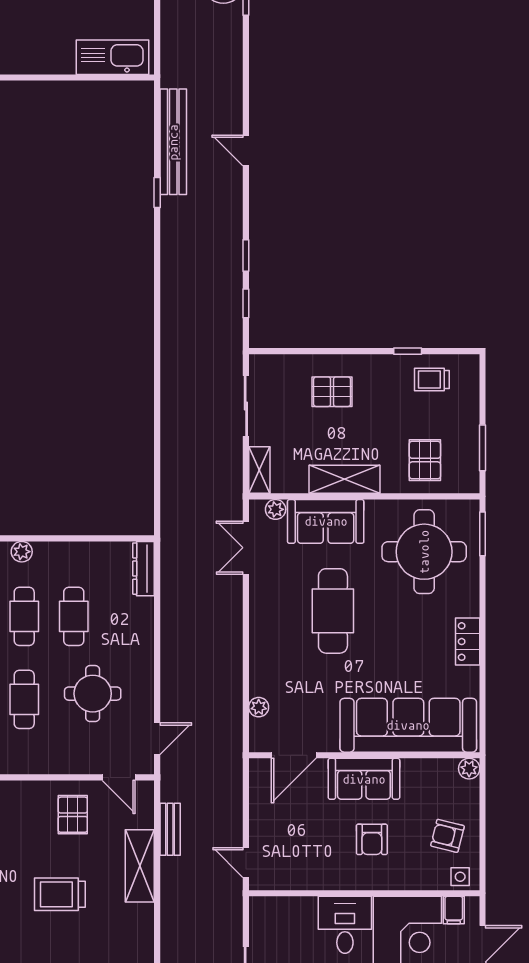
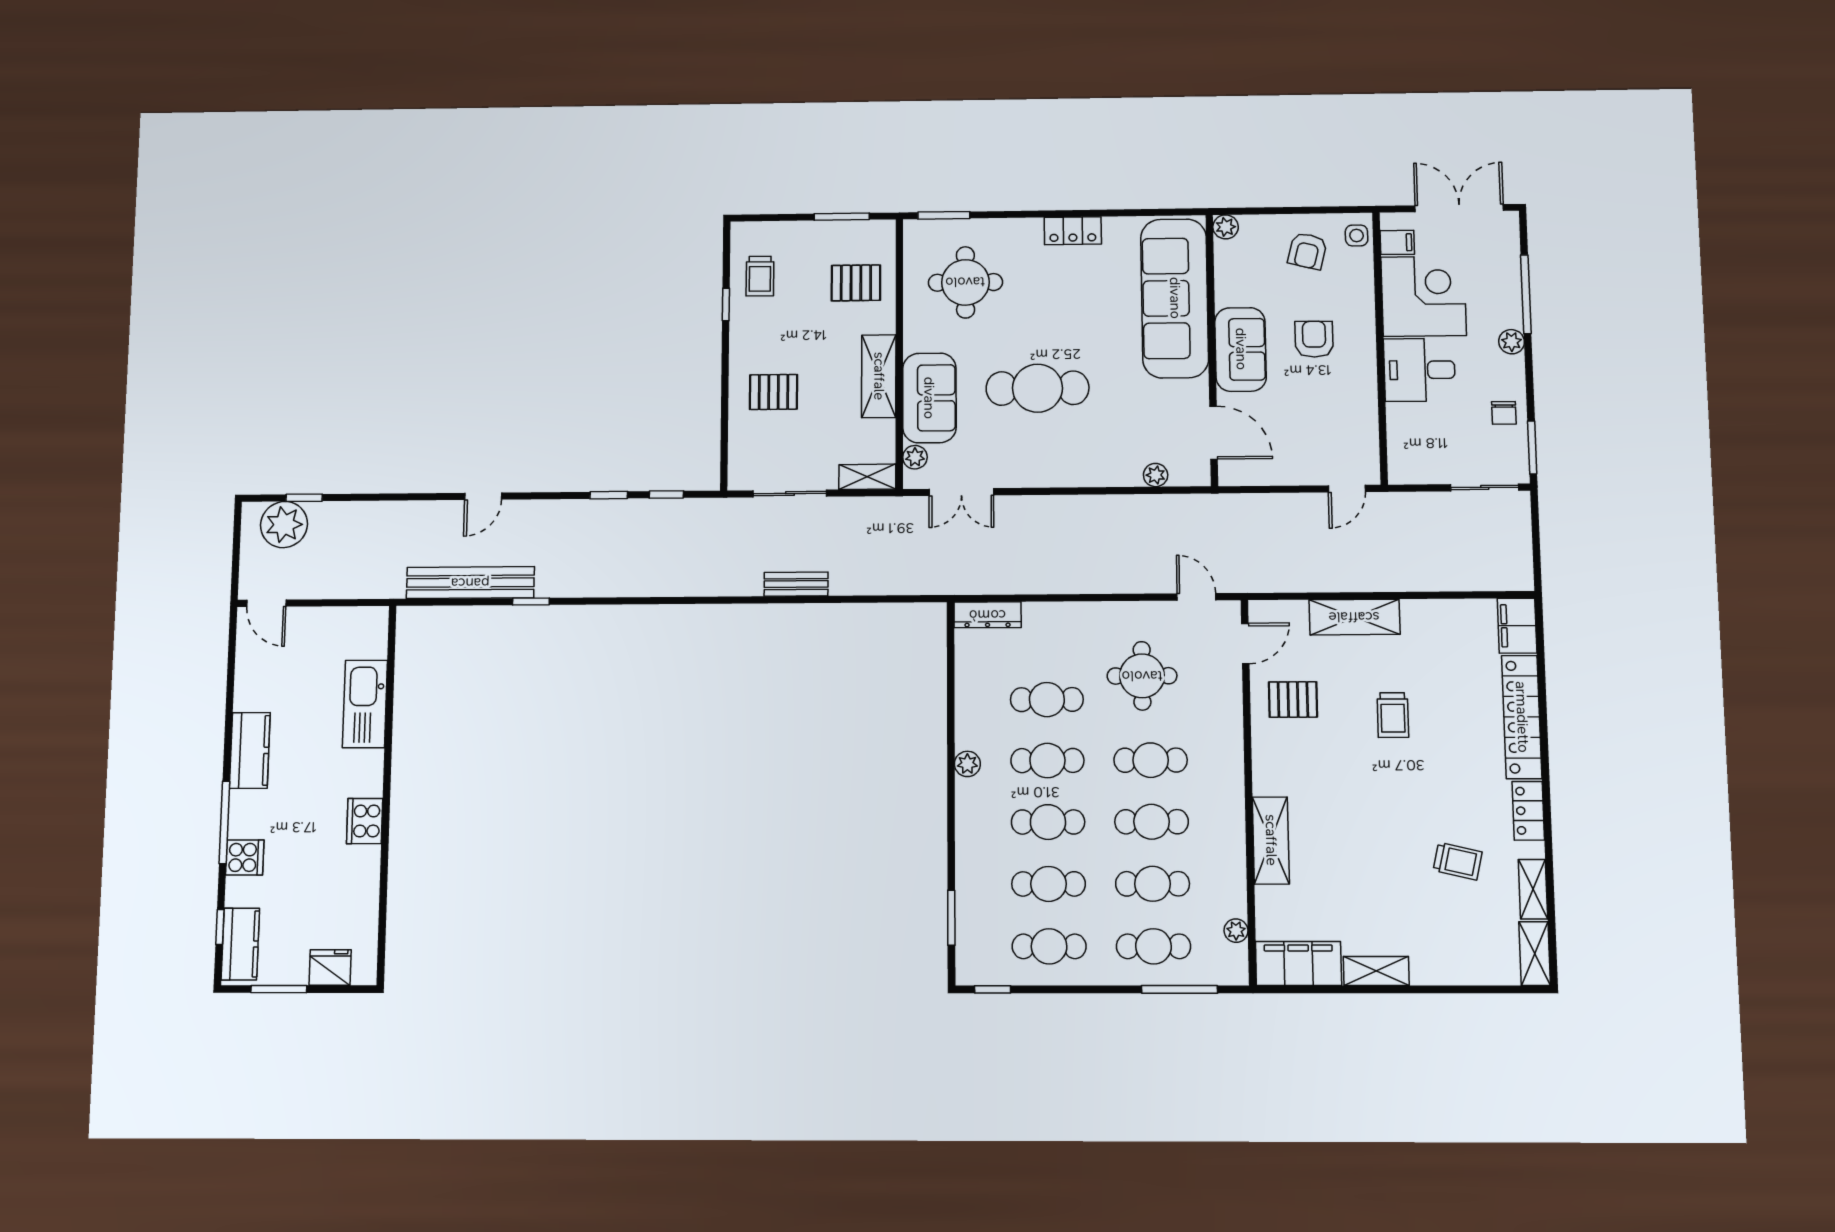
kitchen sink: (113, 57) -> (365, 704), moved
pallet: (332, 392) -> (774, 392), turned 90
round table: (424, 552) -> (965, 282), width x0.73, depth x0.73
bench: (170, 829) -> (796, 584), moved
armchair: (372, 839) -> (1314, 339), turned -90
trolley: (60, 894) -> (1393, 715), width x0.73, depth x0.72

